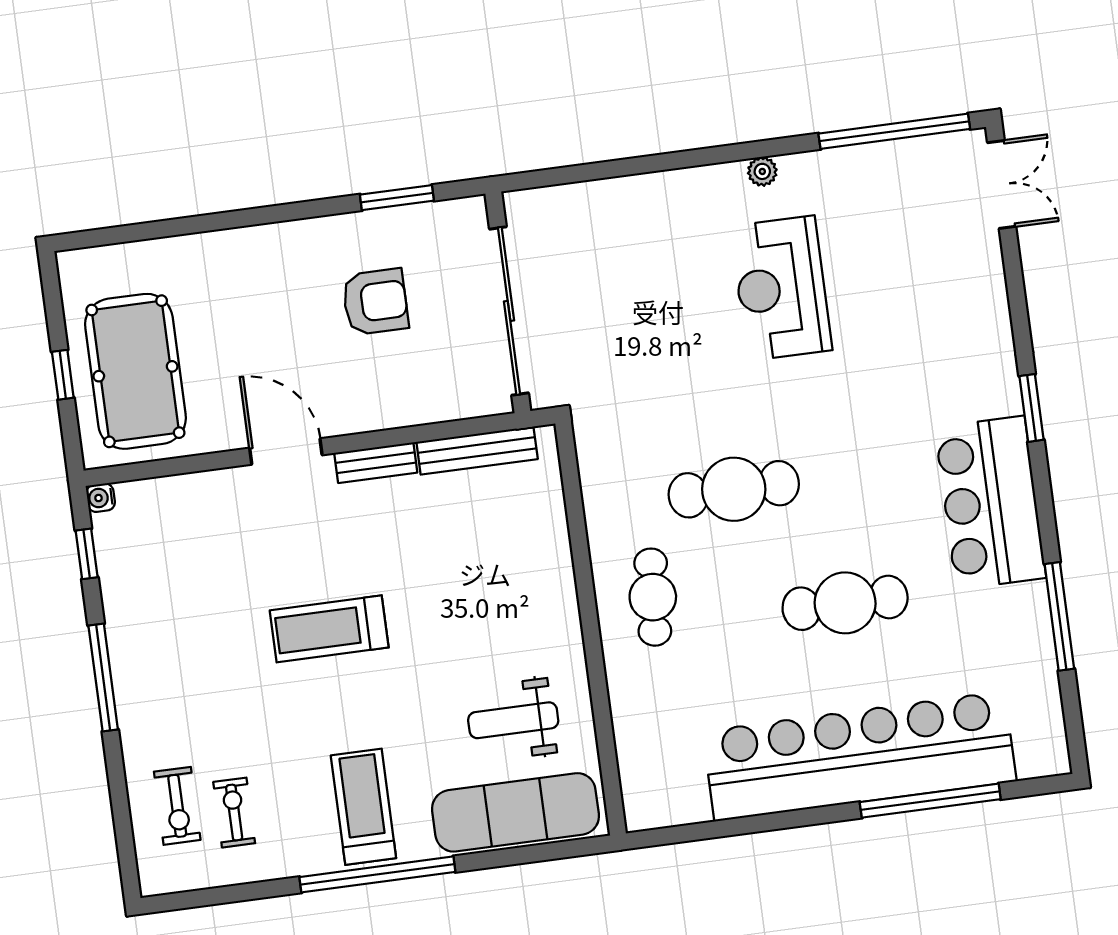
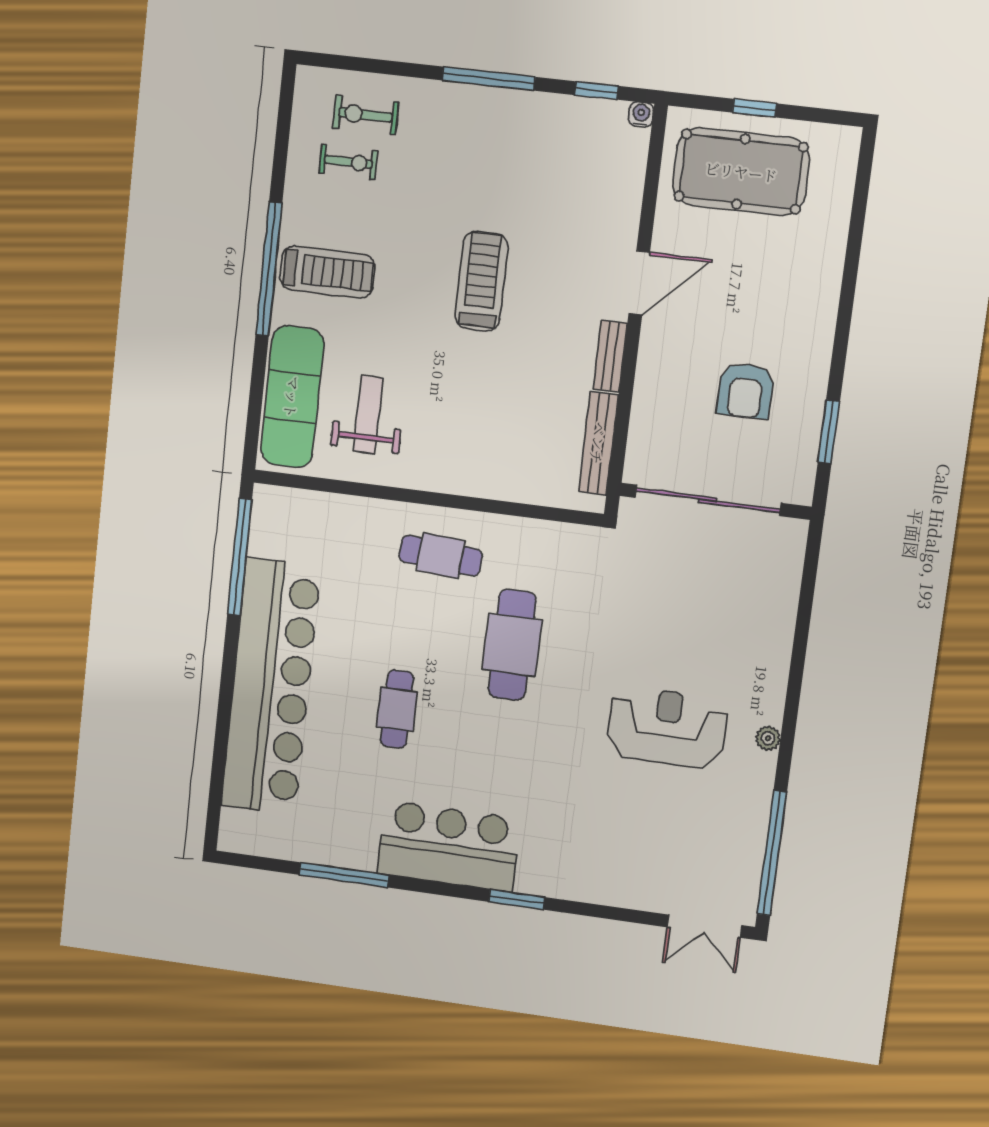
cafe table: (845, 603) -> (397, 709), width x0.73, depth x0.74
window: (930, 801) -> (240, 557), moved

